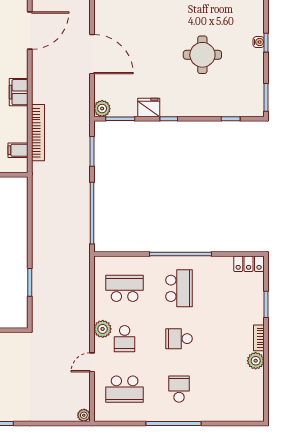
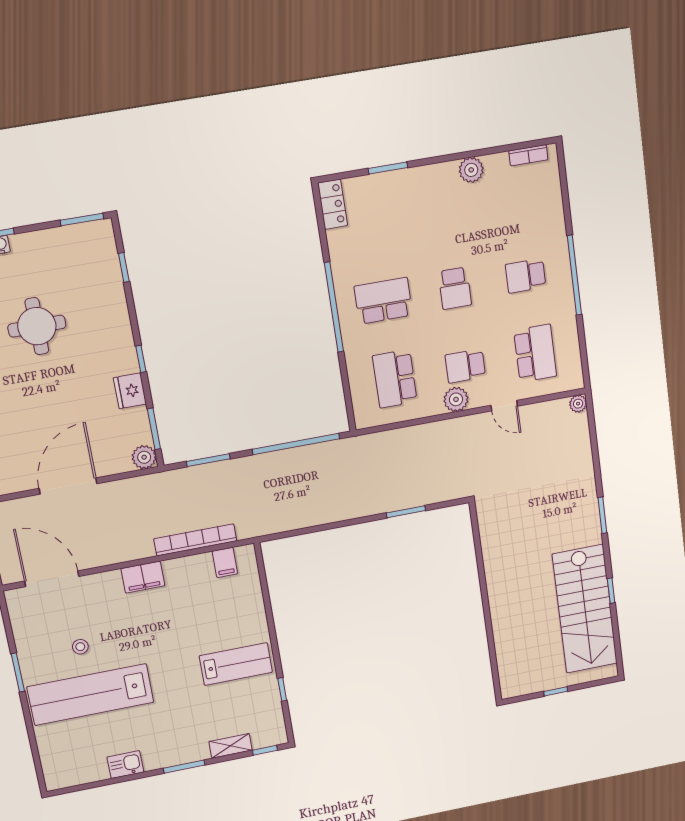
bookcase: (259, 338) -> (528, 155), moved
school desk: (125, 339) -> (465, 366), turned 180

